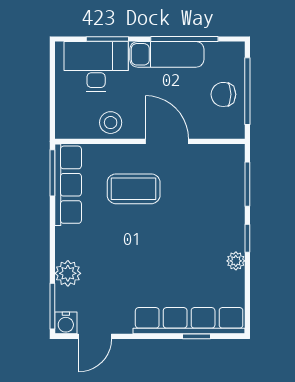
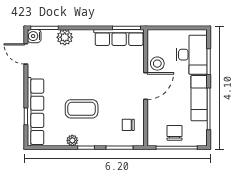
door: (167, 141) -> (146, 86), moved
chair: (210, 170) -> (128, 125), added
coffee table: (134, 189) -> (82, 109), moved, turned 90

